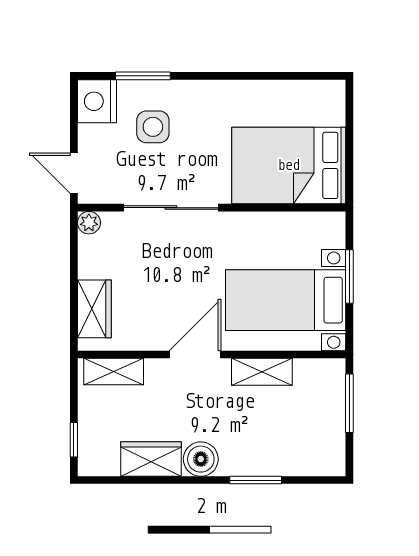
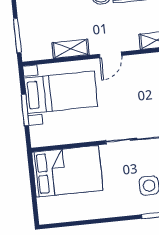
door: (195, 355) -> (111, 55), width x0.73

